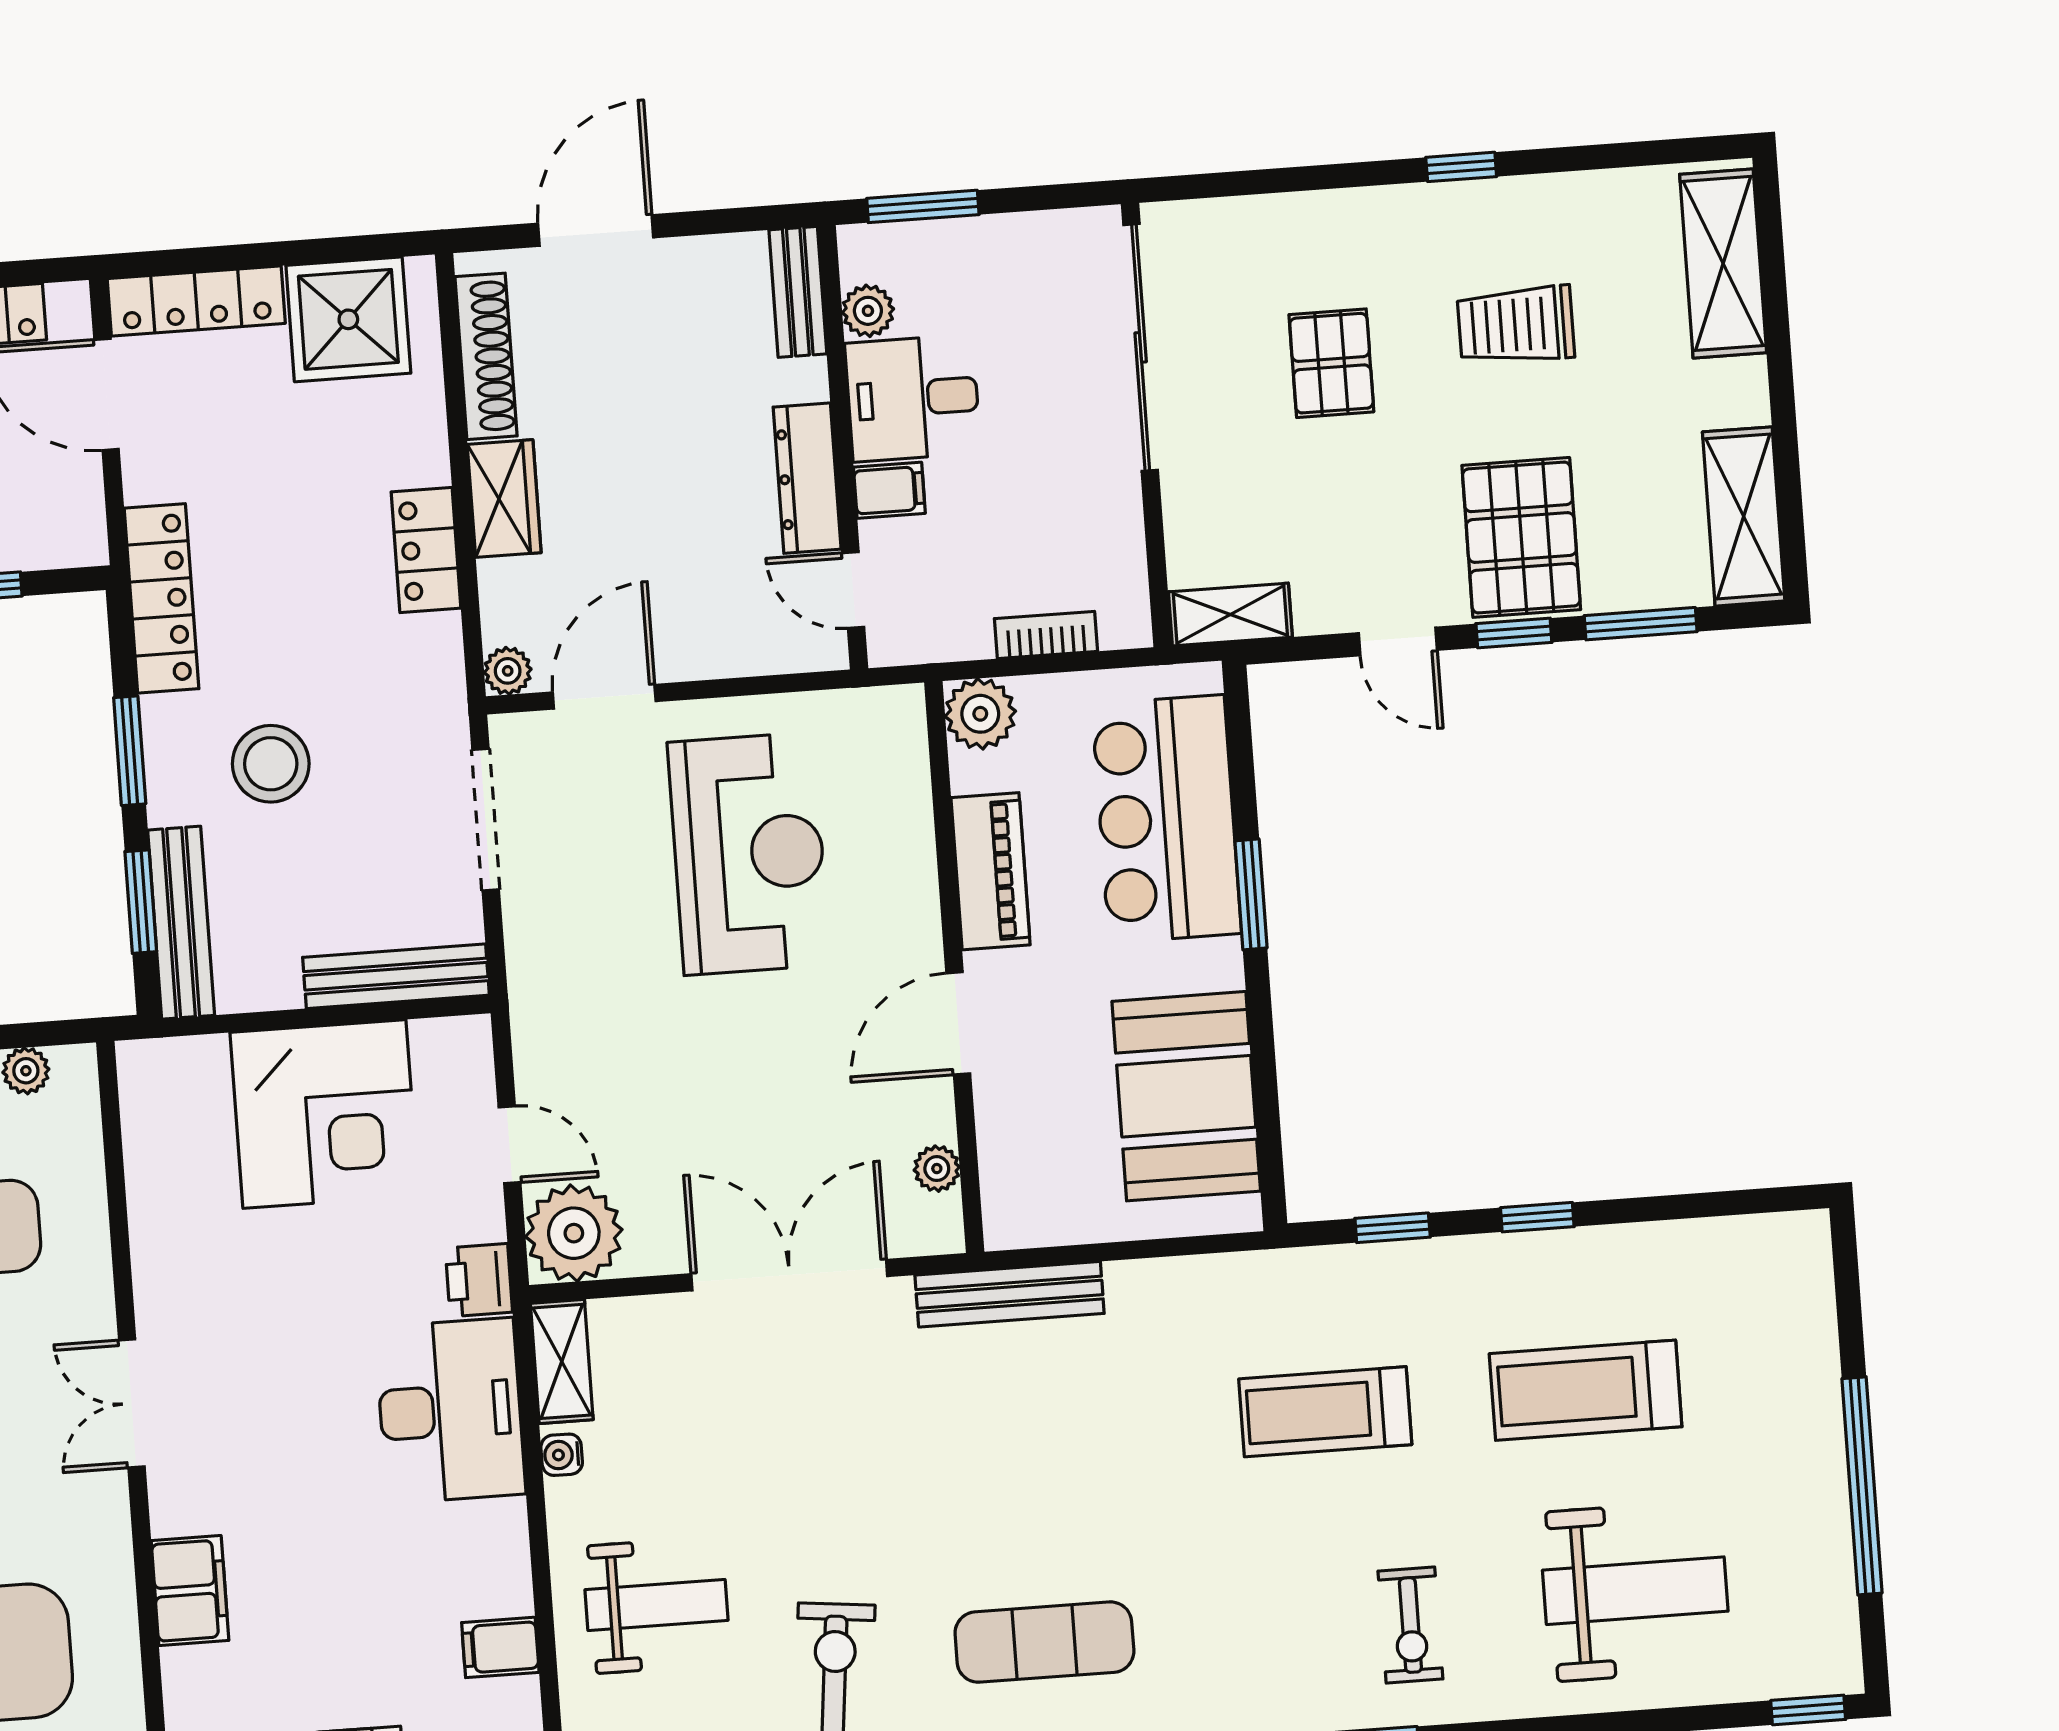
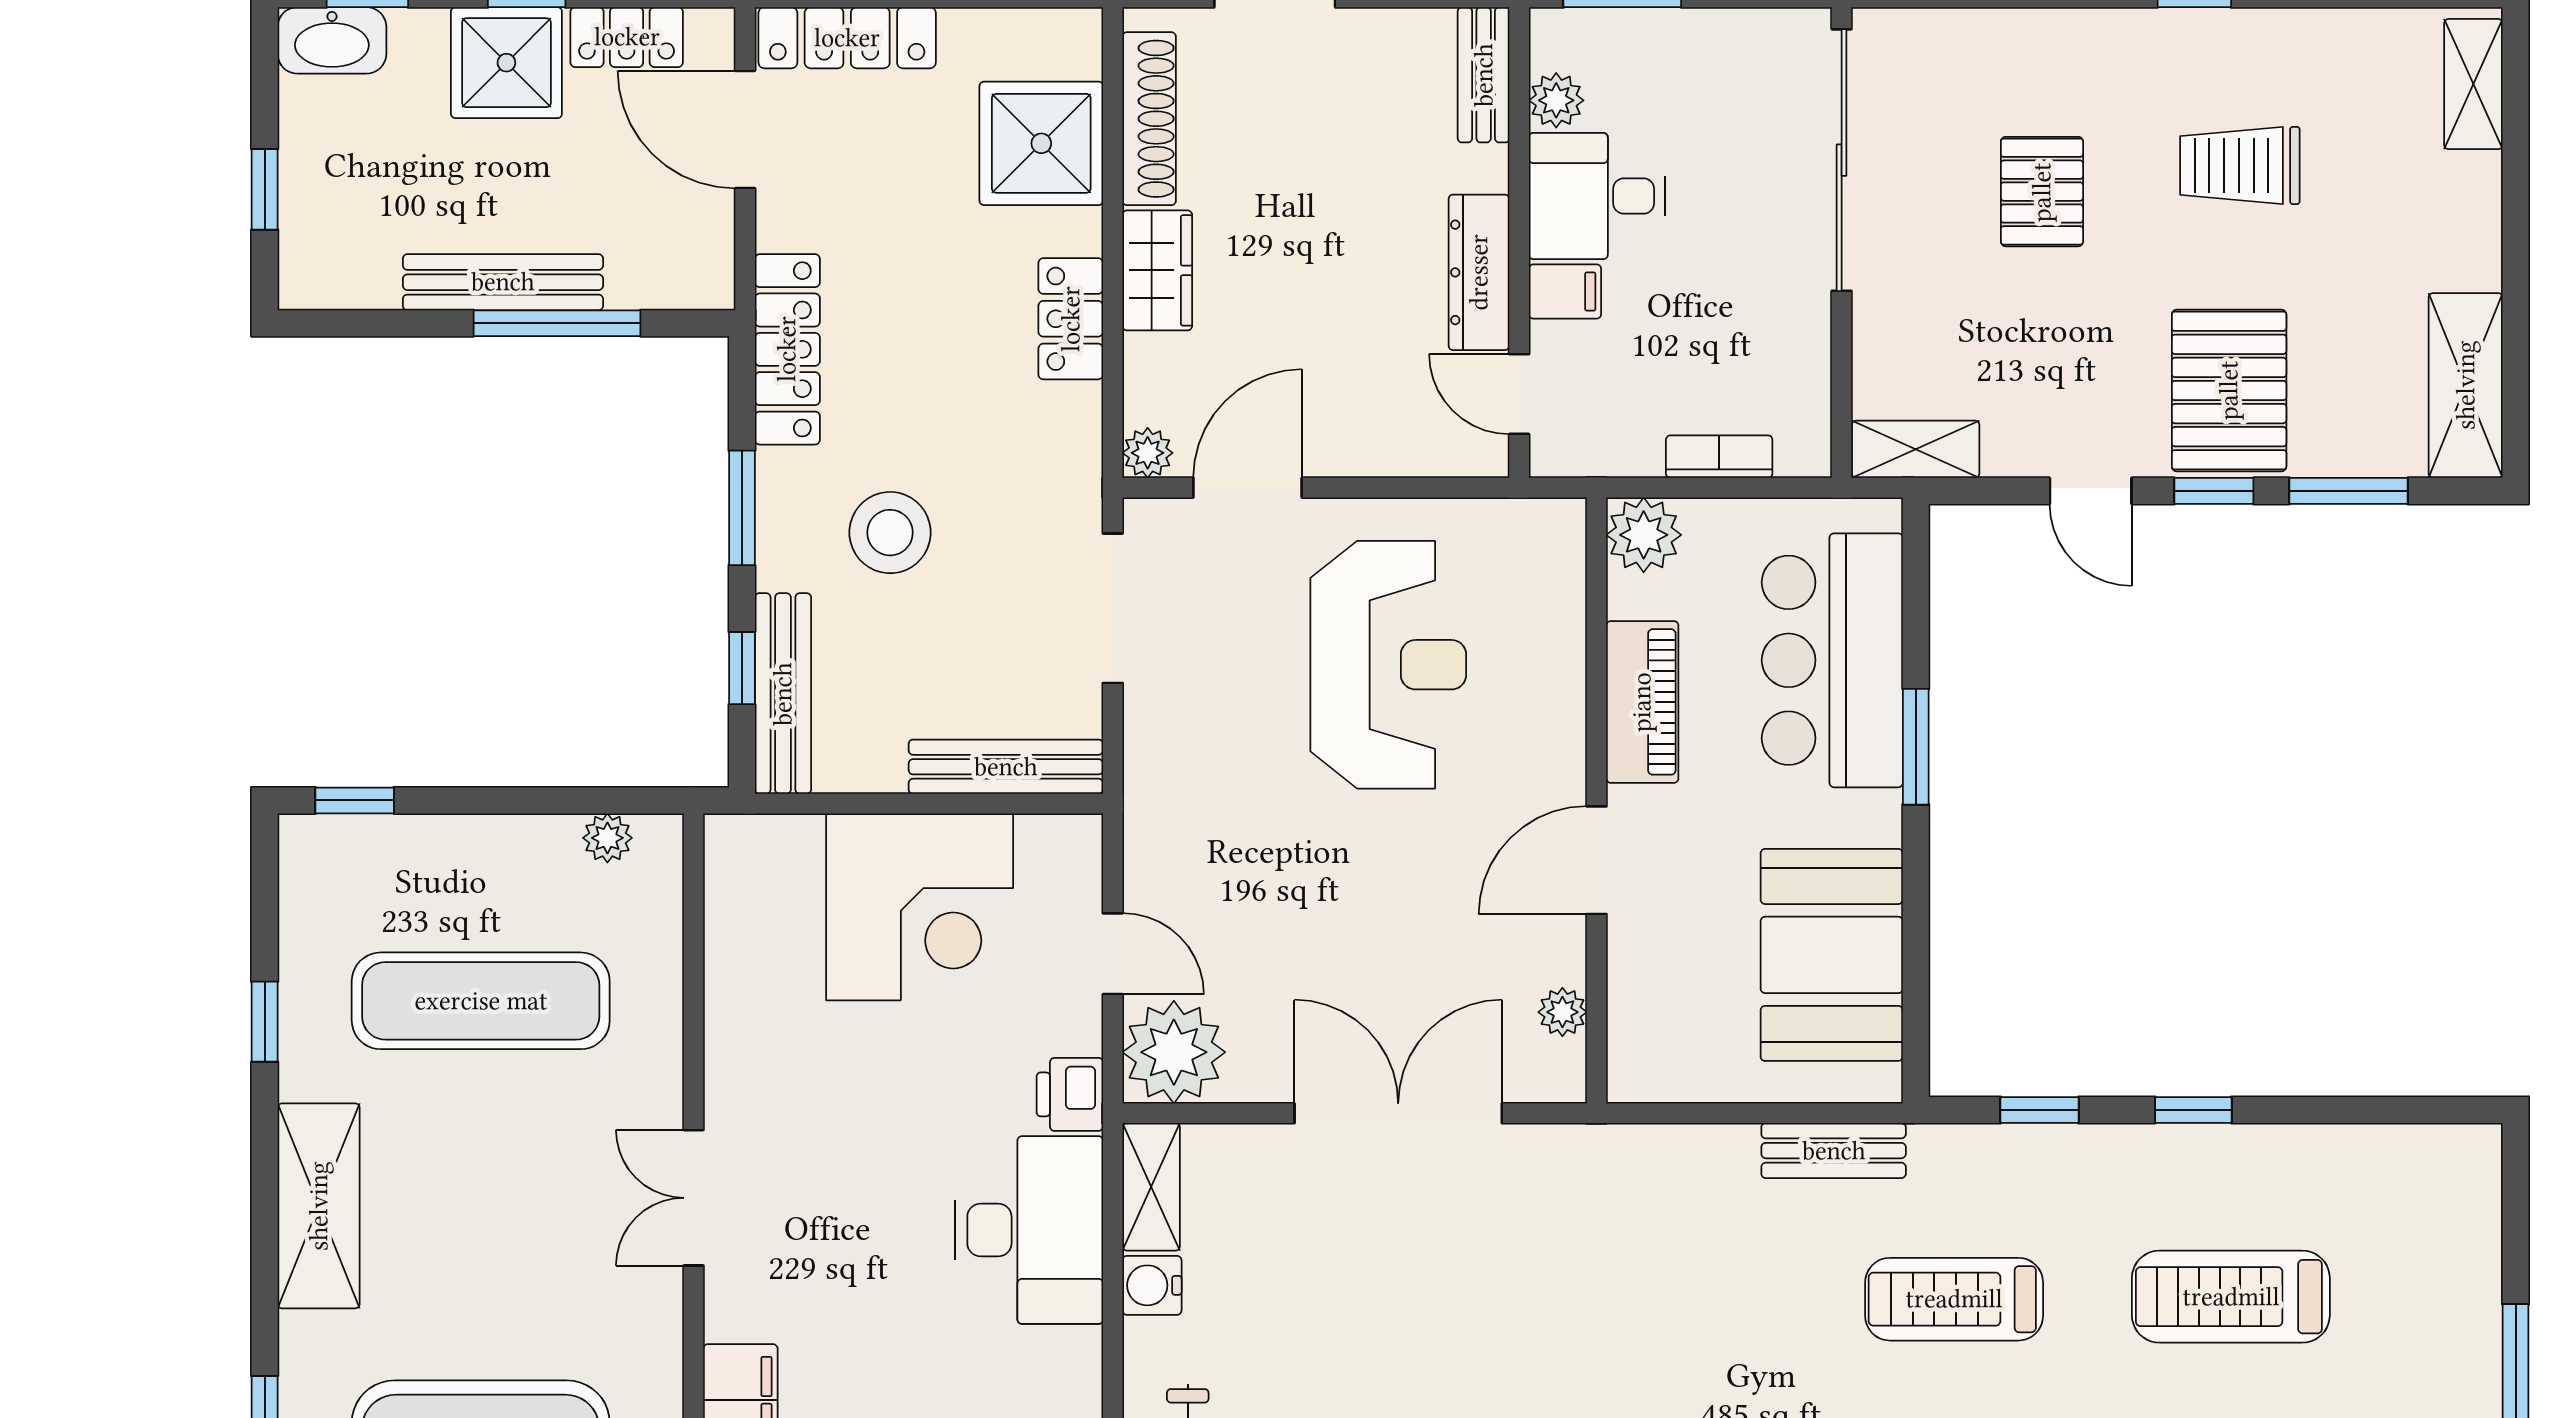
shelving: (1723, 263) -> (2473, 84), width x0.67, depth x0.75
shower: (348, 319) -> (1041, 143), moved
window: (141, 902) -> (742, 668), width x0.67
bench: (1010, 1294) -> (1834, 1151), moved, width x0.73
water cooler: (562, 1455) -> (1152, 1285), width x1.38, depth x1.38

